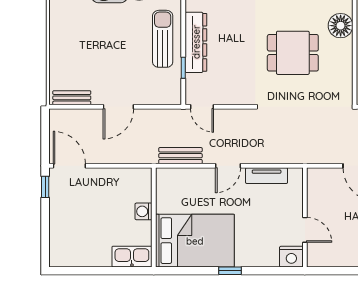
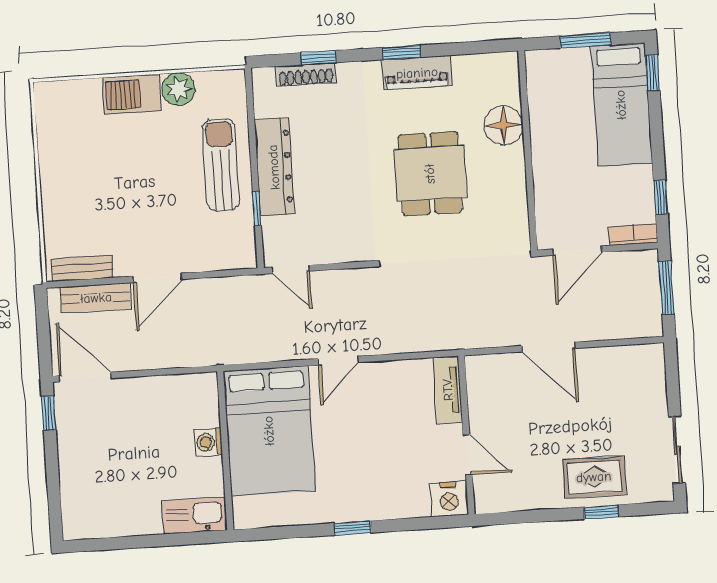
dining table: (293, 53) -> (430, 174), turned 90
bench: (180, 156) -> (96, 298), moved
tv unit: (267, 176) -> (448, 390), moved, turned 90
bed: (195, 241) -> (269, 431), moved, turned 90

